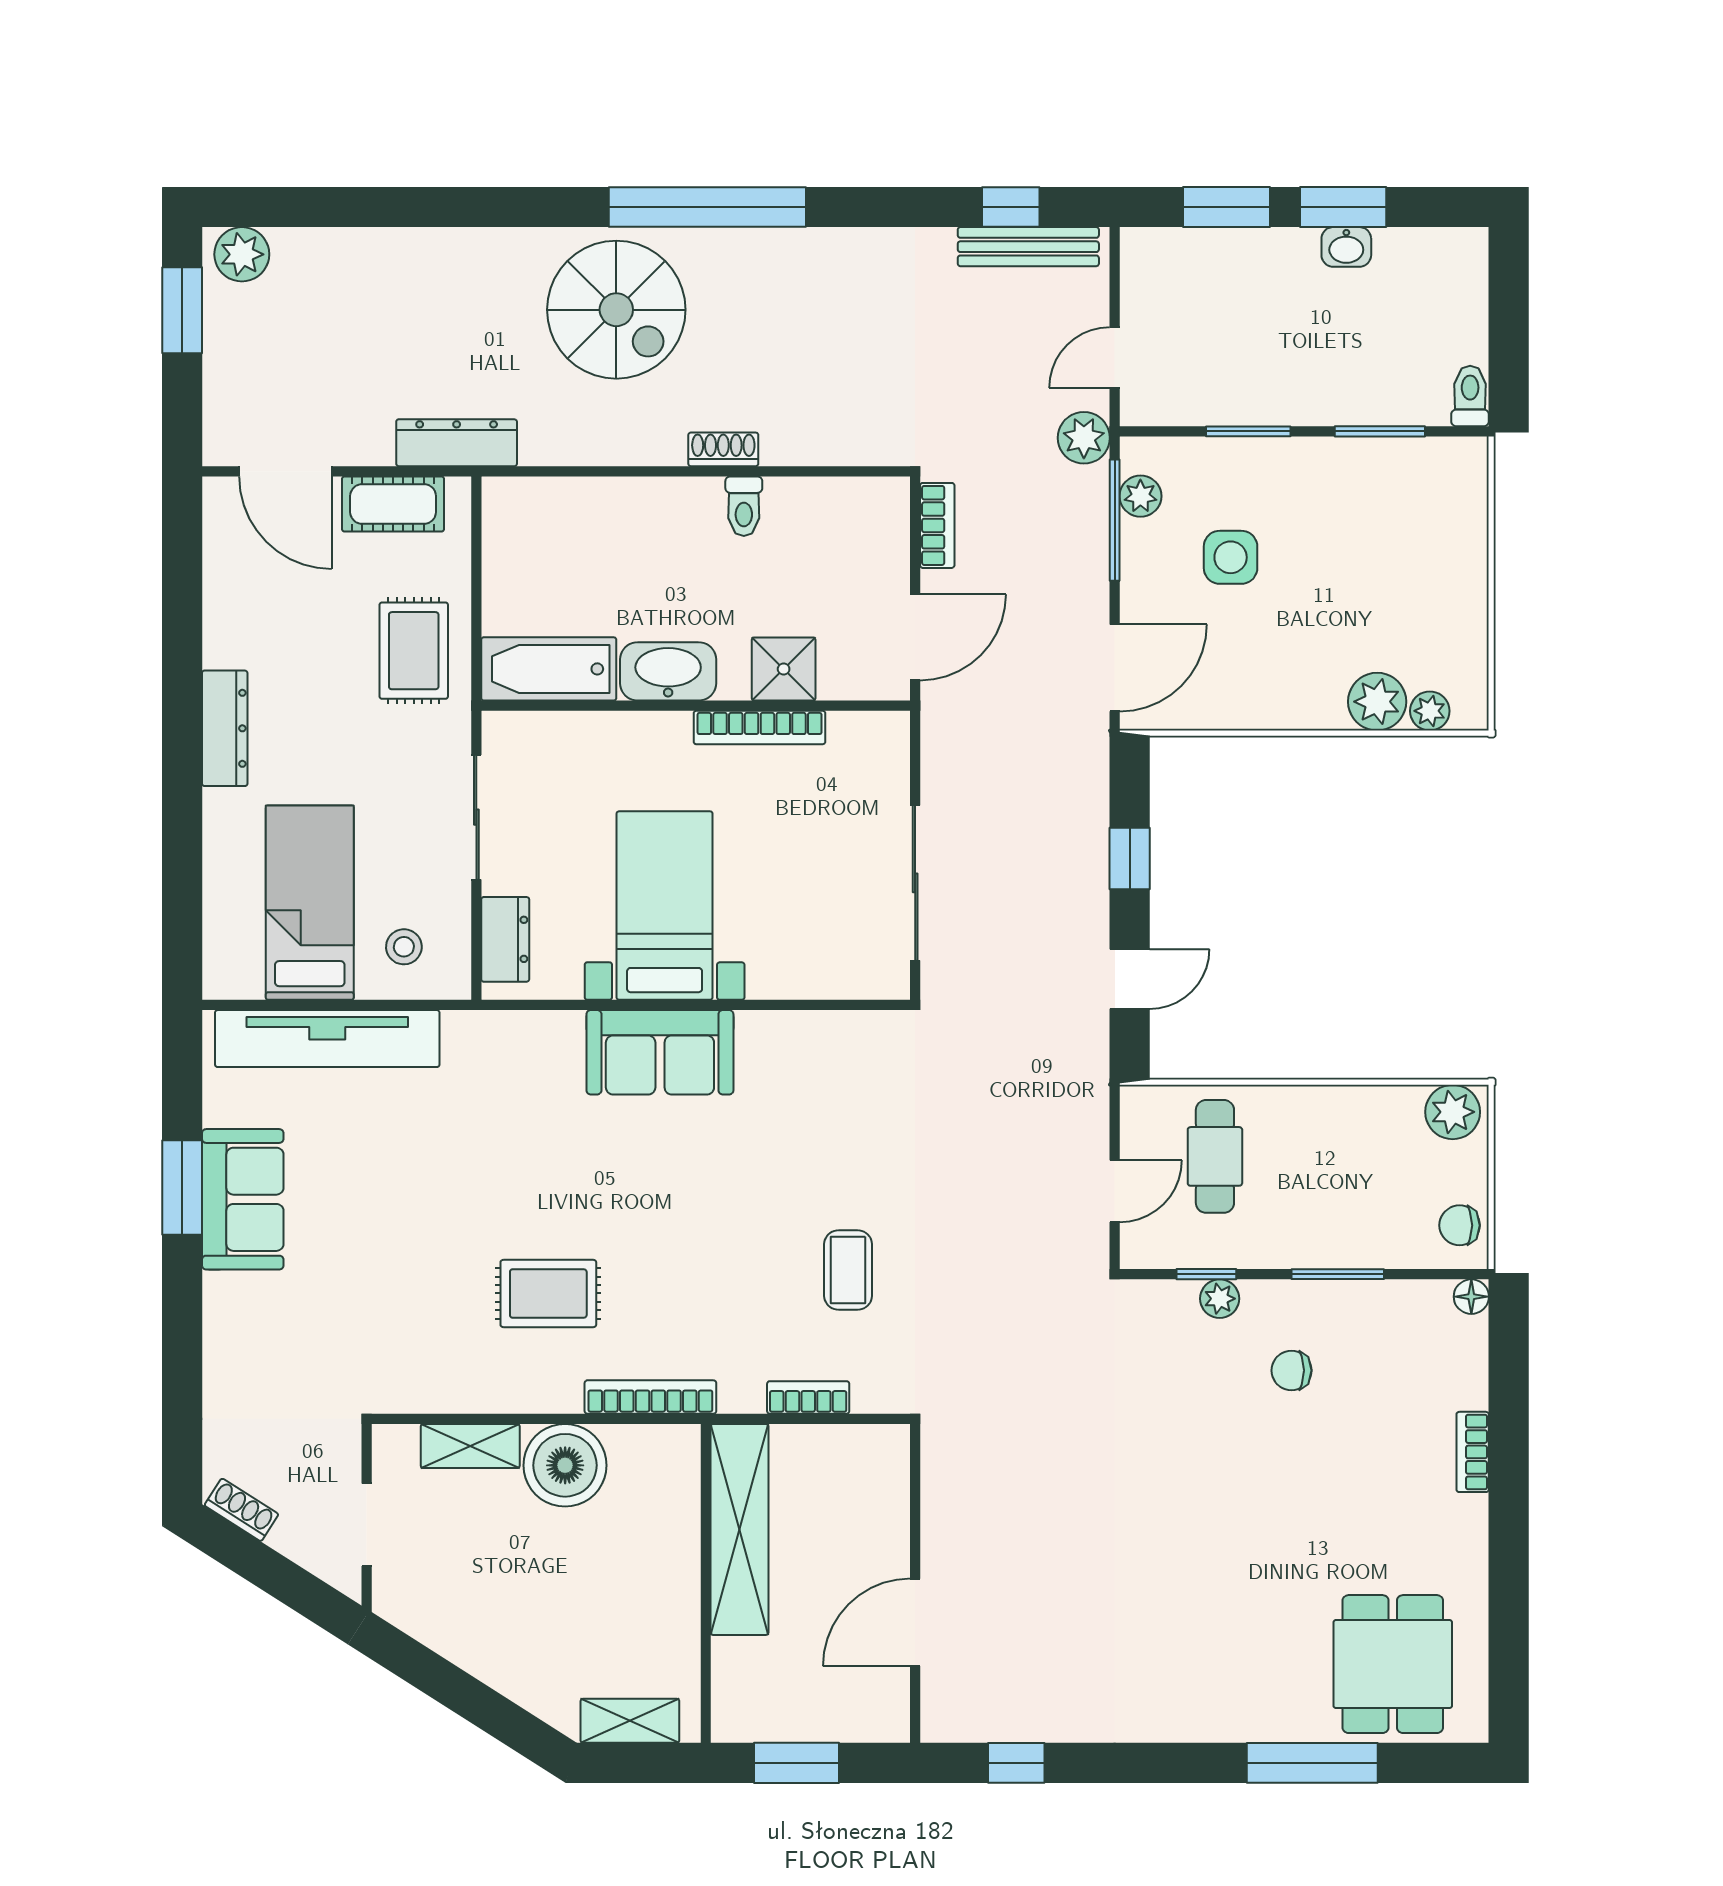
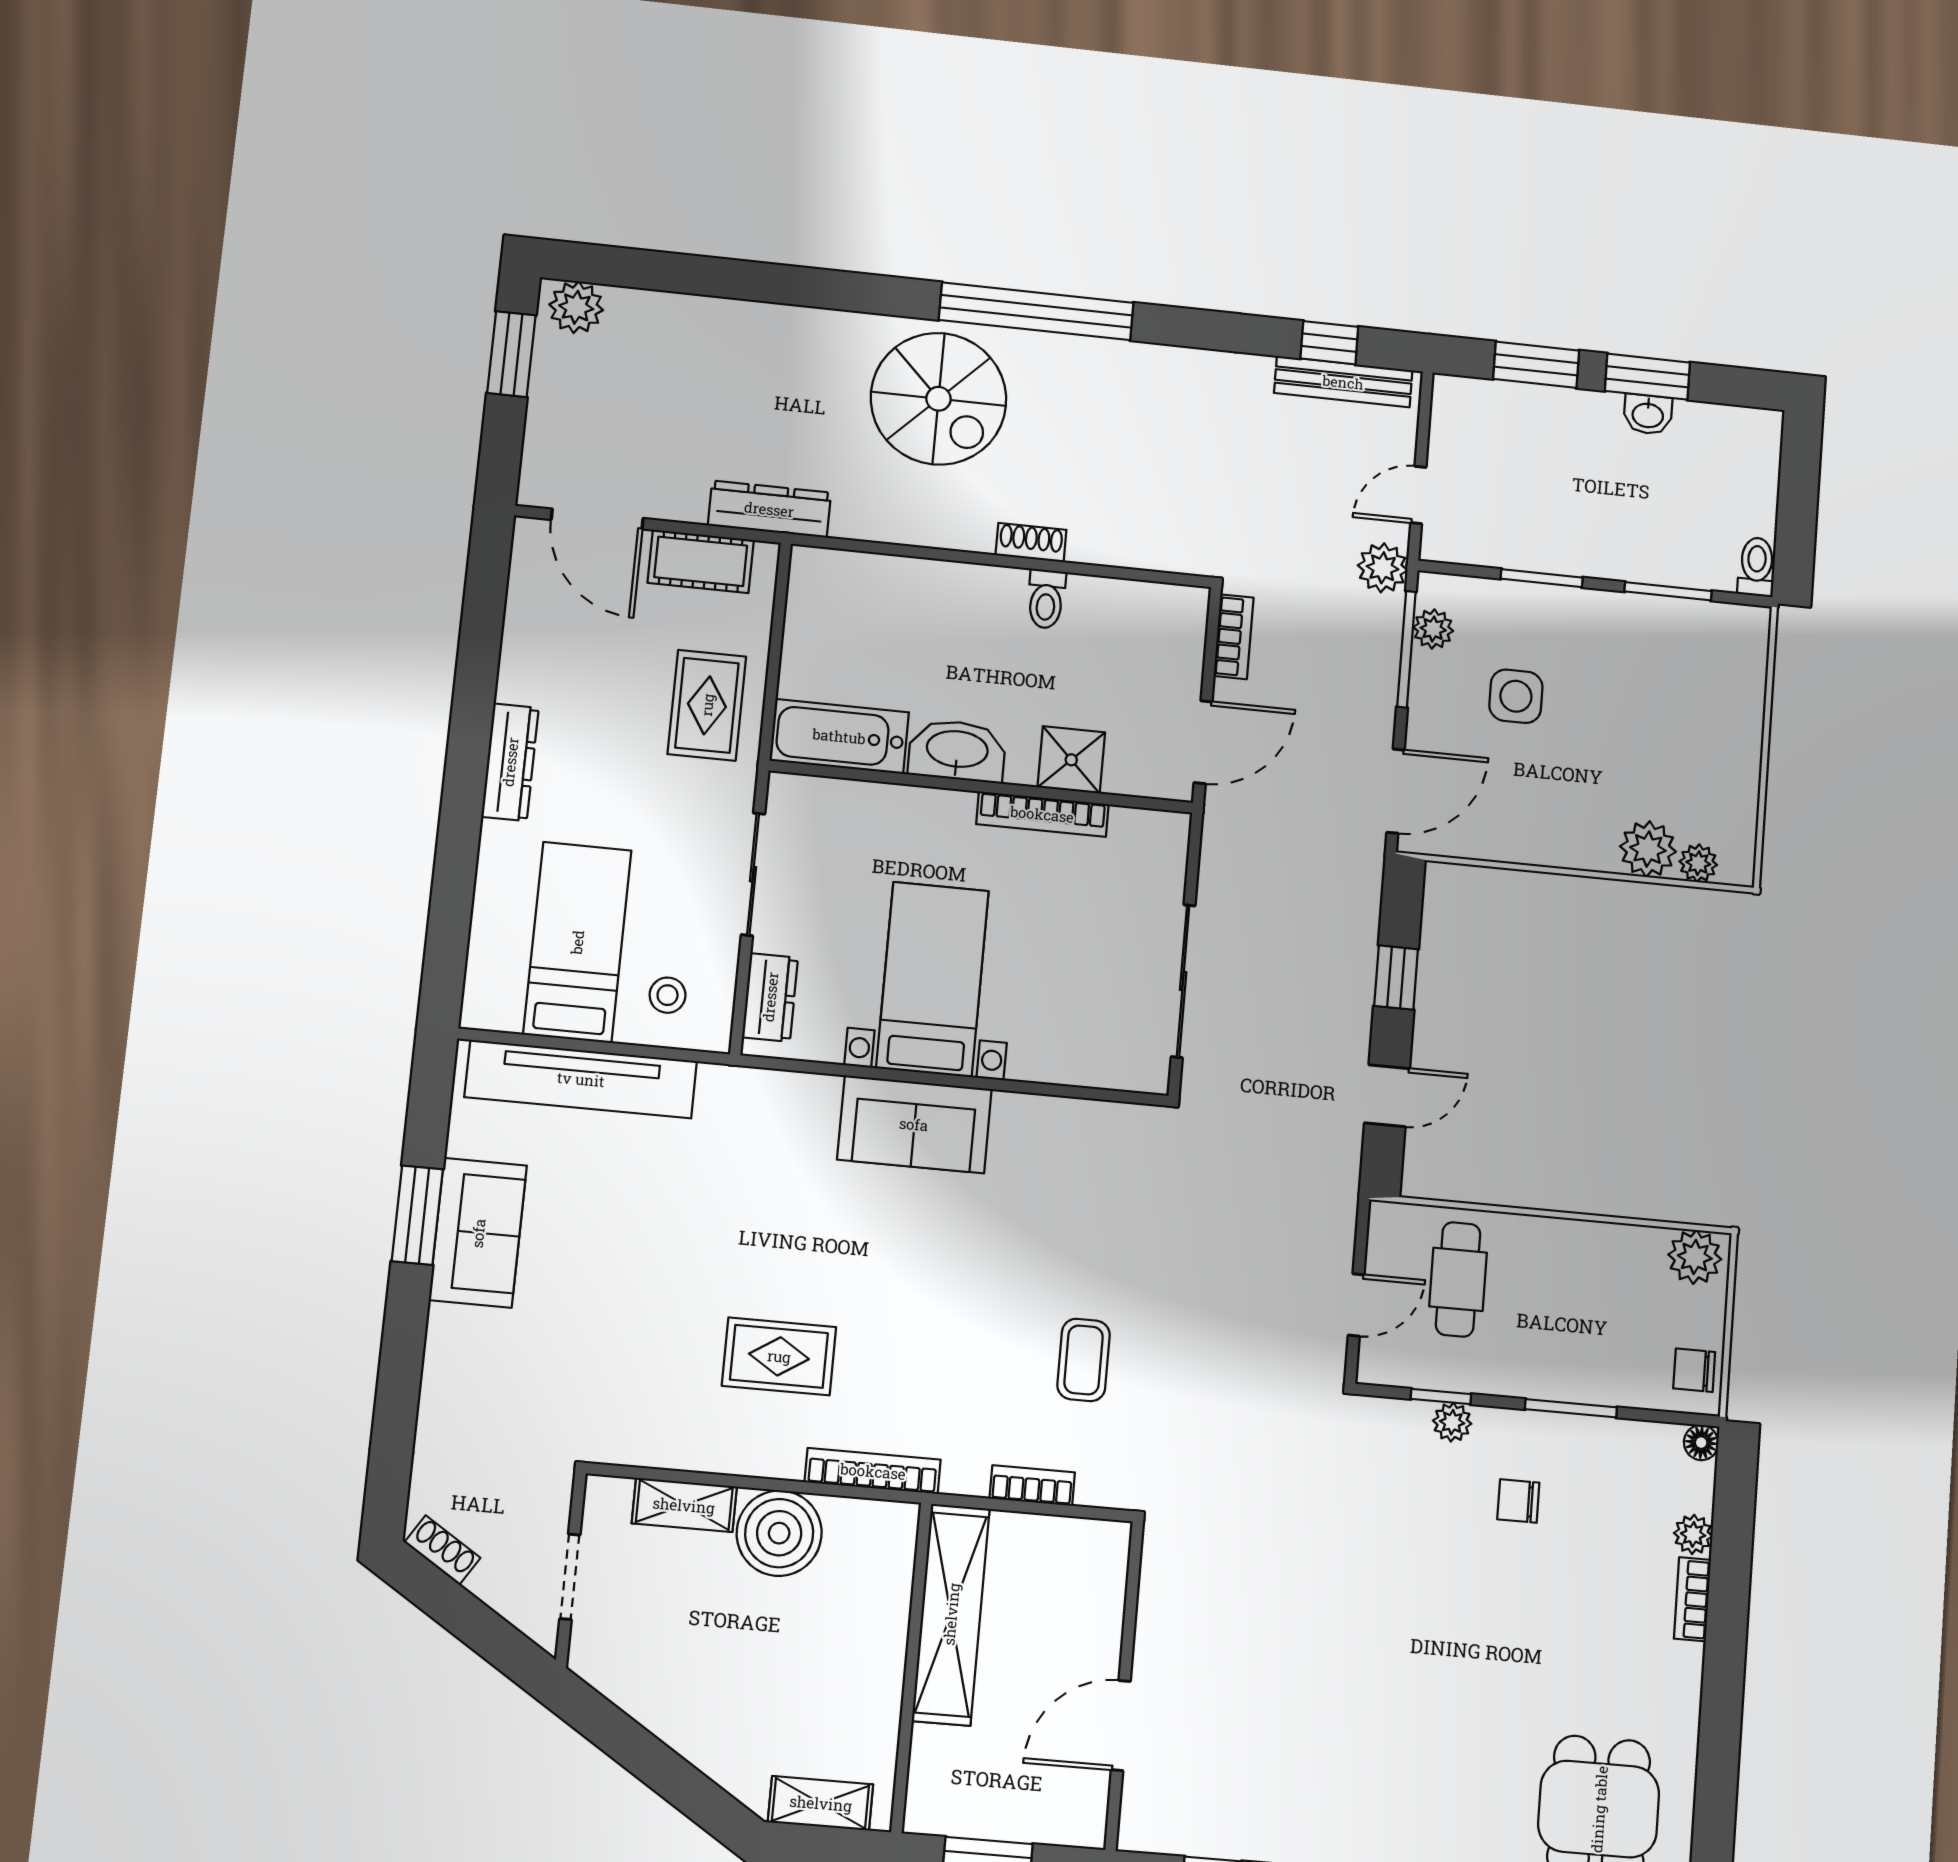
plant: (1469, 1388) -> (1693, 1534), added

